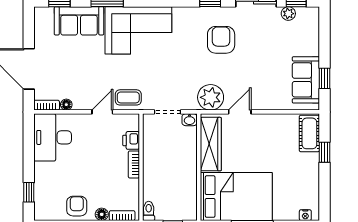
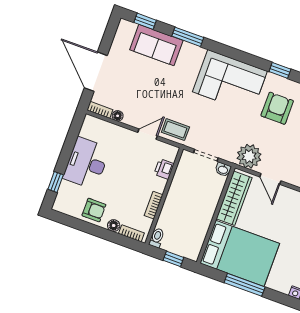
corner sofa: (138, 30) -> (230, 81), moved
door: (240, 112) -> (270, 179), swing flipped
desk: (53, 137) -> (87, 163), moved
bookcase: (134, 164) -> (154, 205), moved
armchair: (77, 206) -> (94, 210), turned 90

